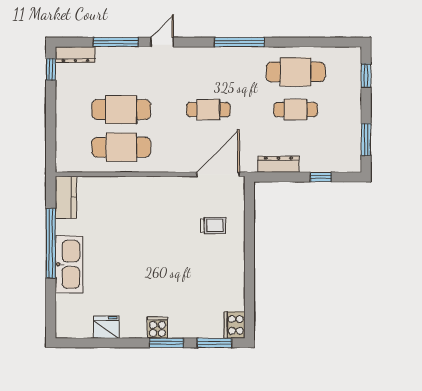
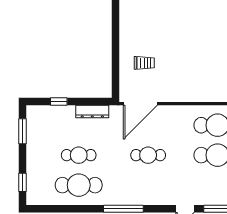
trolley: (213, 226) -> (144, 63), turned 180

